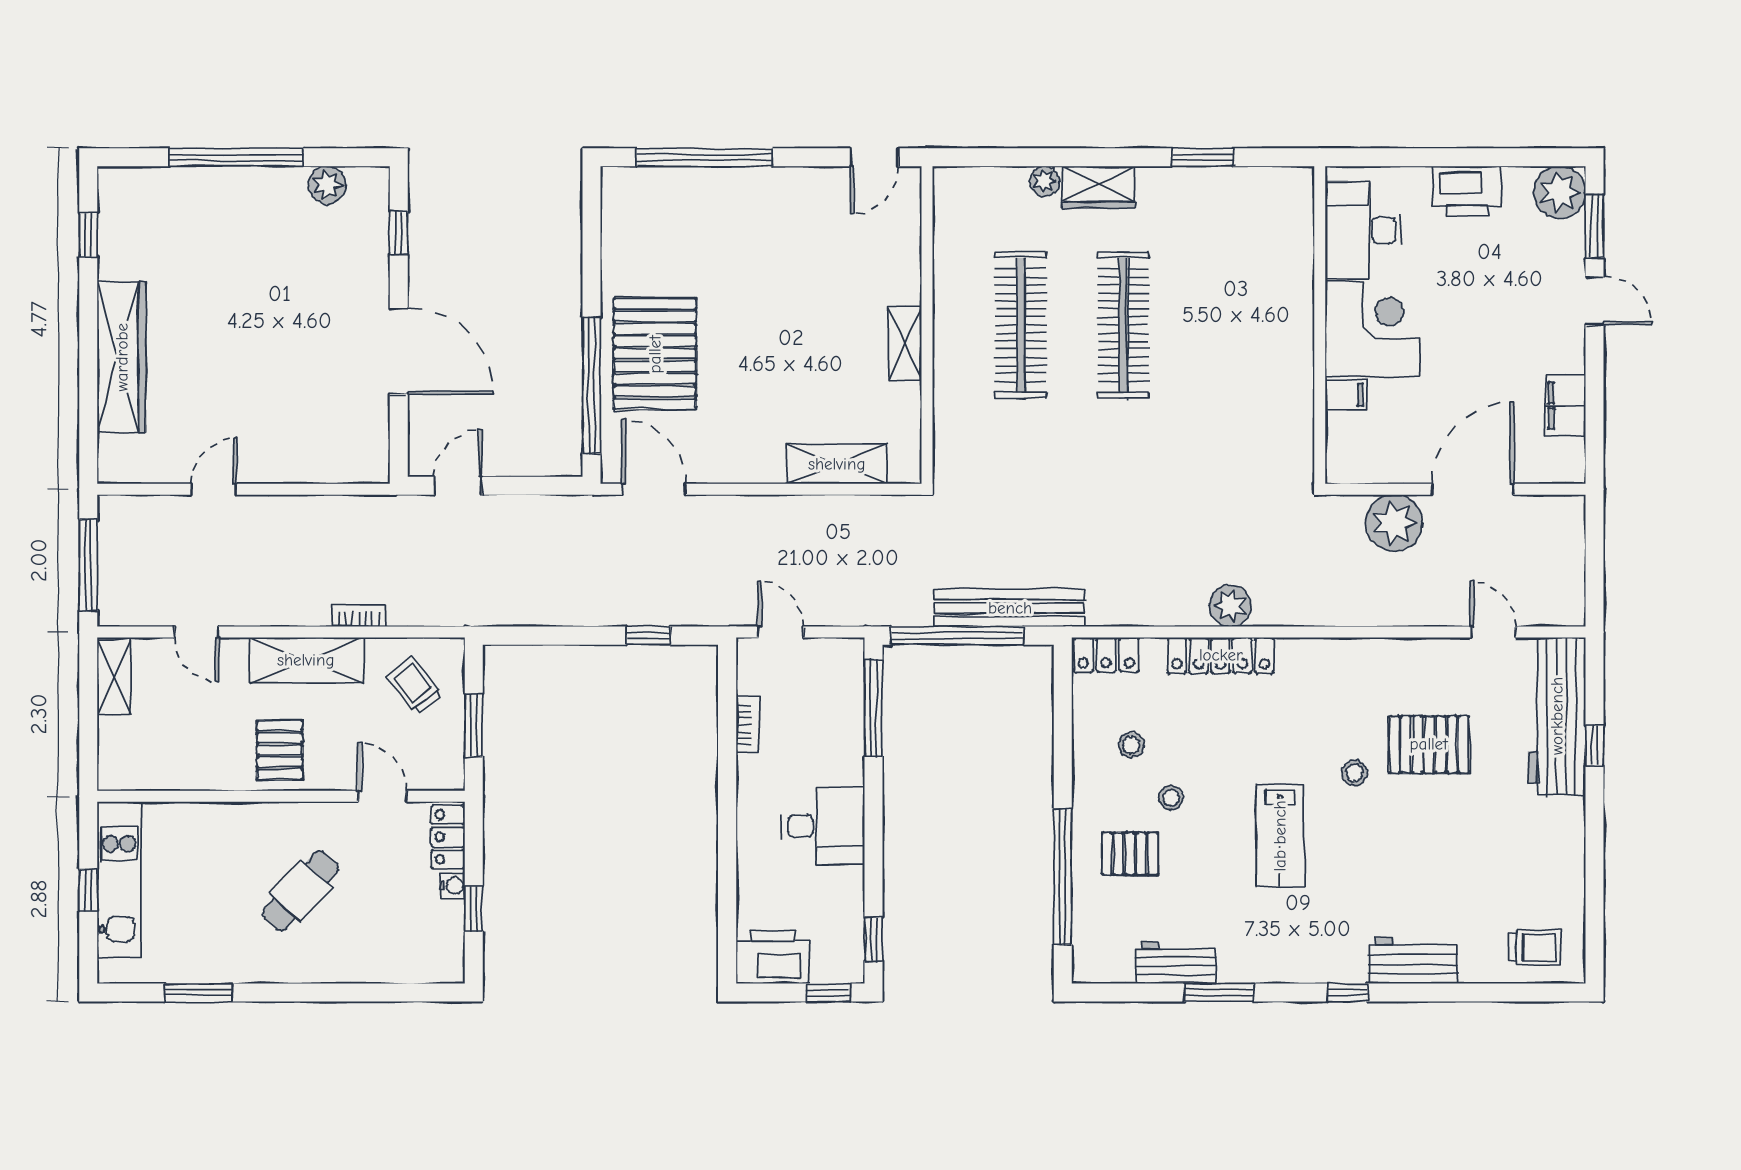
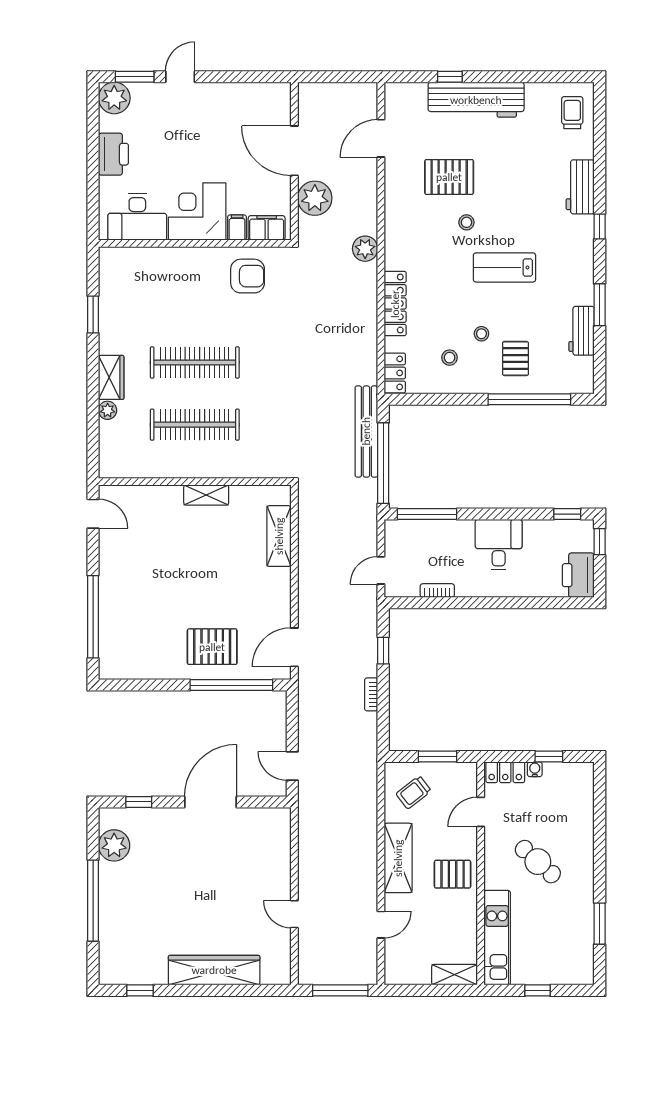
plant: (327, 185) -> (114, 845), width x1.36, depth x1.36
pallet: (655, 354) -> (212, 647), width x0.73, depth x0.71
filing cabinet: (1565, 406) -> (267, 228), moved, turned 180
armchair: (1266, 412) -> (248, 276), added
plant: (1230, 606) -> (365, 249), moved
bookcase: (359, 616) -> (371, 694), moved
door: (1493, 632) -> (381, 138), width x1.38
shelving: (114, 677) -> (455, 975), moved
workbench: (1557, 716) -> (476, 100), moved
pallet: (1429, 744) -> (449, 177), turned 90
lab bench: (1280, 836) -> (504, 267), turned 180
kitchen unit: (119, 879) -> (497, 938), moved, turned 90

